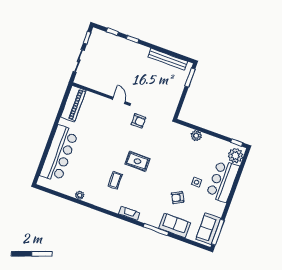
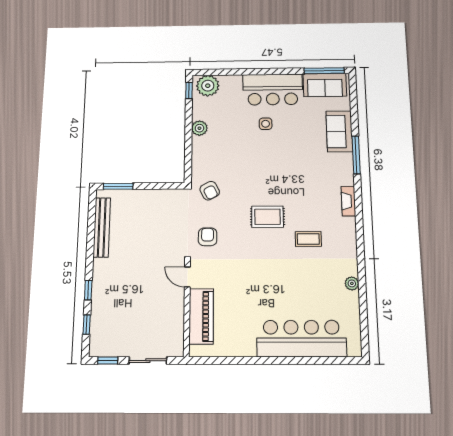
door: (119, 100) -> (187, 277), hinge flipped
piano: (73, 104) -> (201, 316), moved, turned 90
plant: (196, 136) -> (199, 128), moved
rug: (137, 161) -> (267, 217), turned 90
bar counter: (223, 181) -> (273, 89), moved
armchair: (178, 198) -> (210, 191), moved

